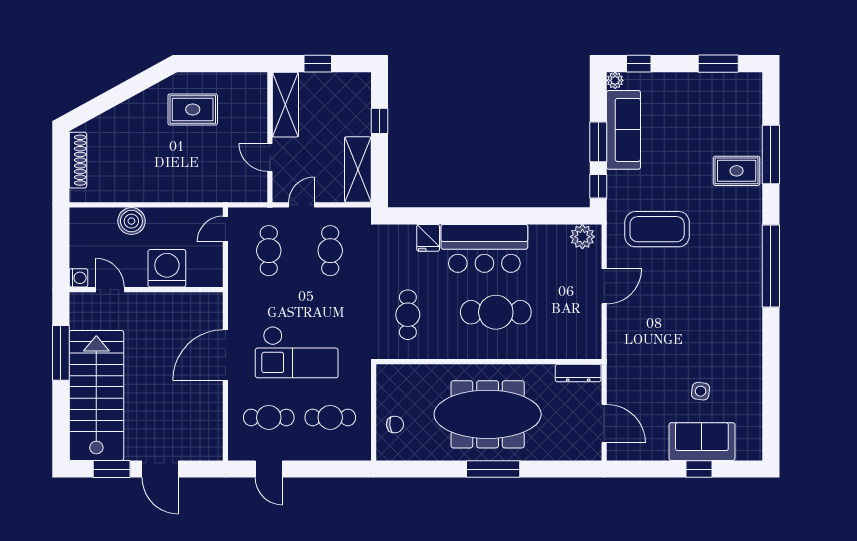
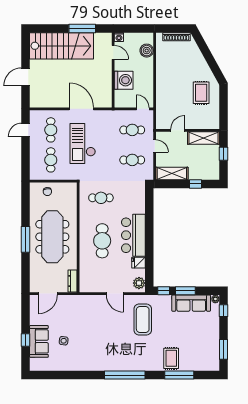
boiler: (131, 221) -> (147, 51), moved
fridge: (428, 238) -> (138, 263), moved
door: (110, 290) -> (113, 52), hinge flipped
window: (112, 469) -> (26, 53), removed

